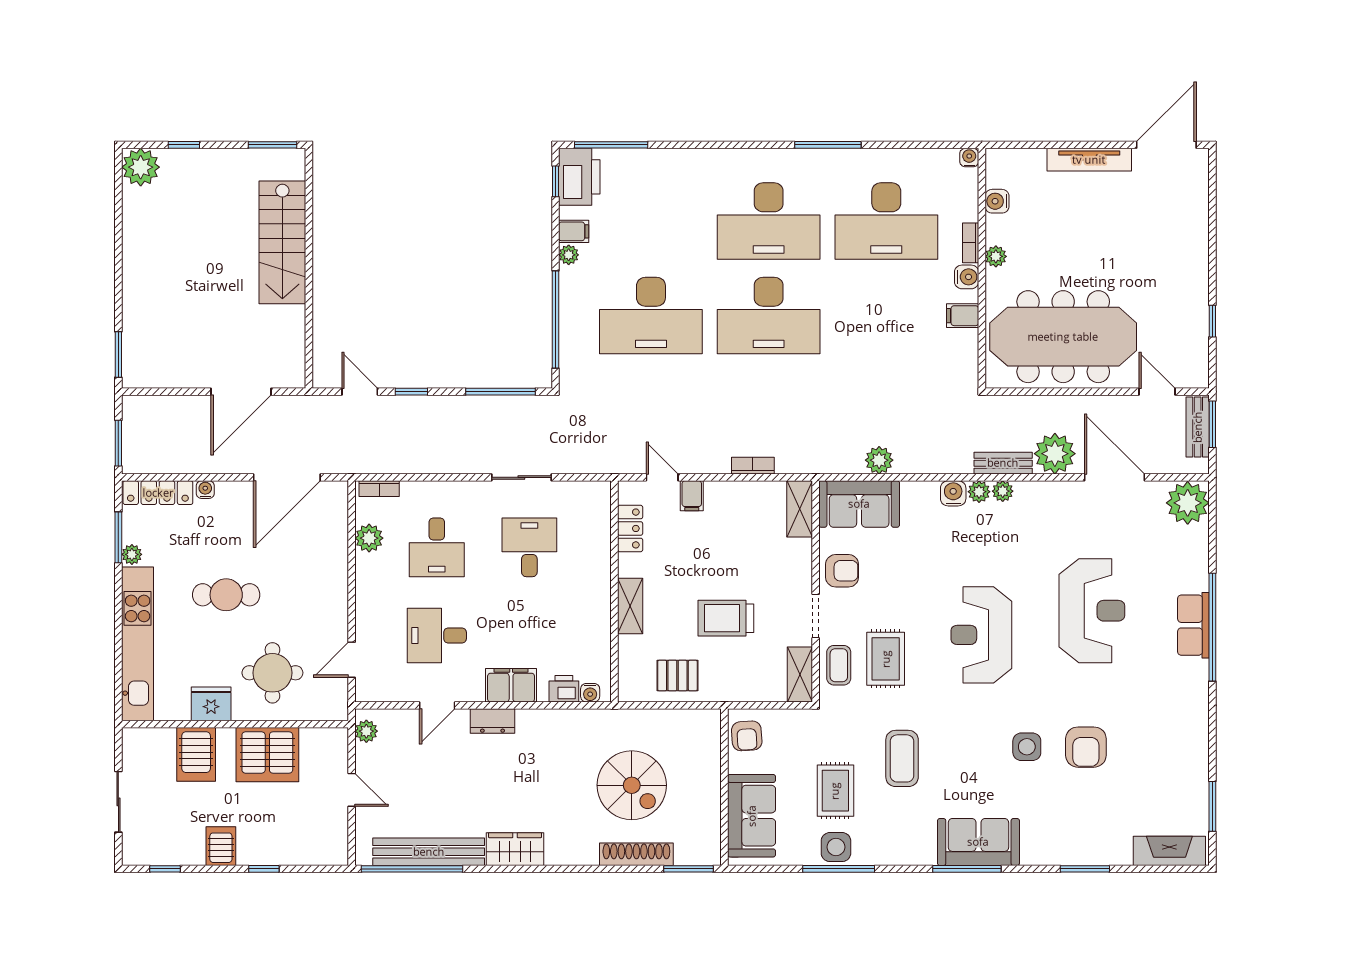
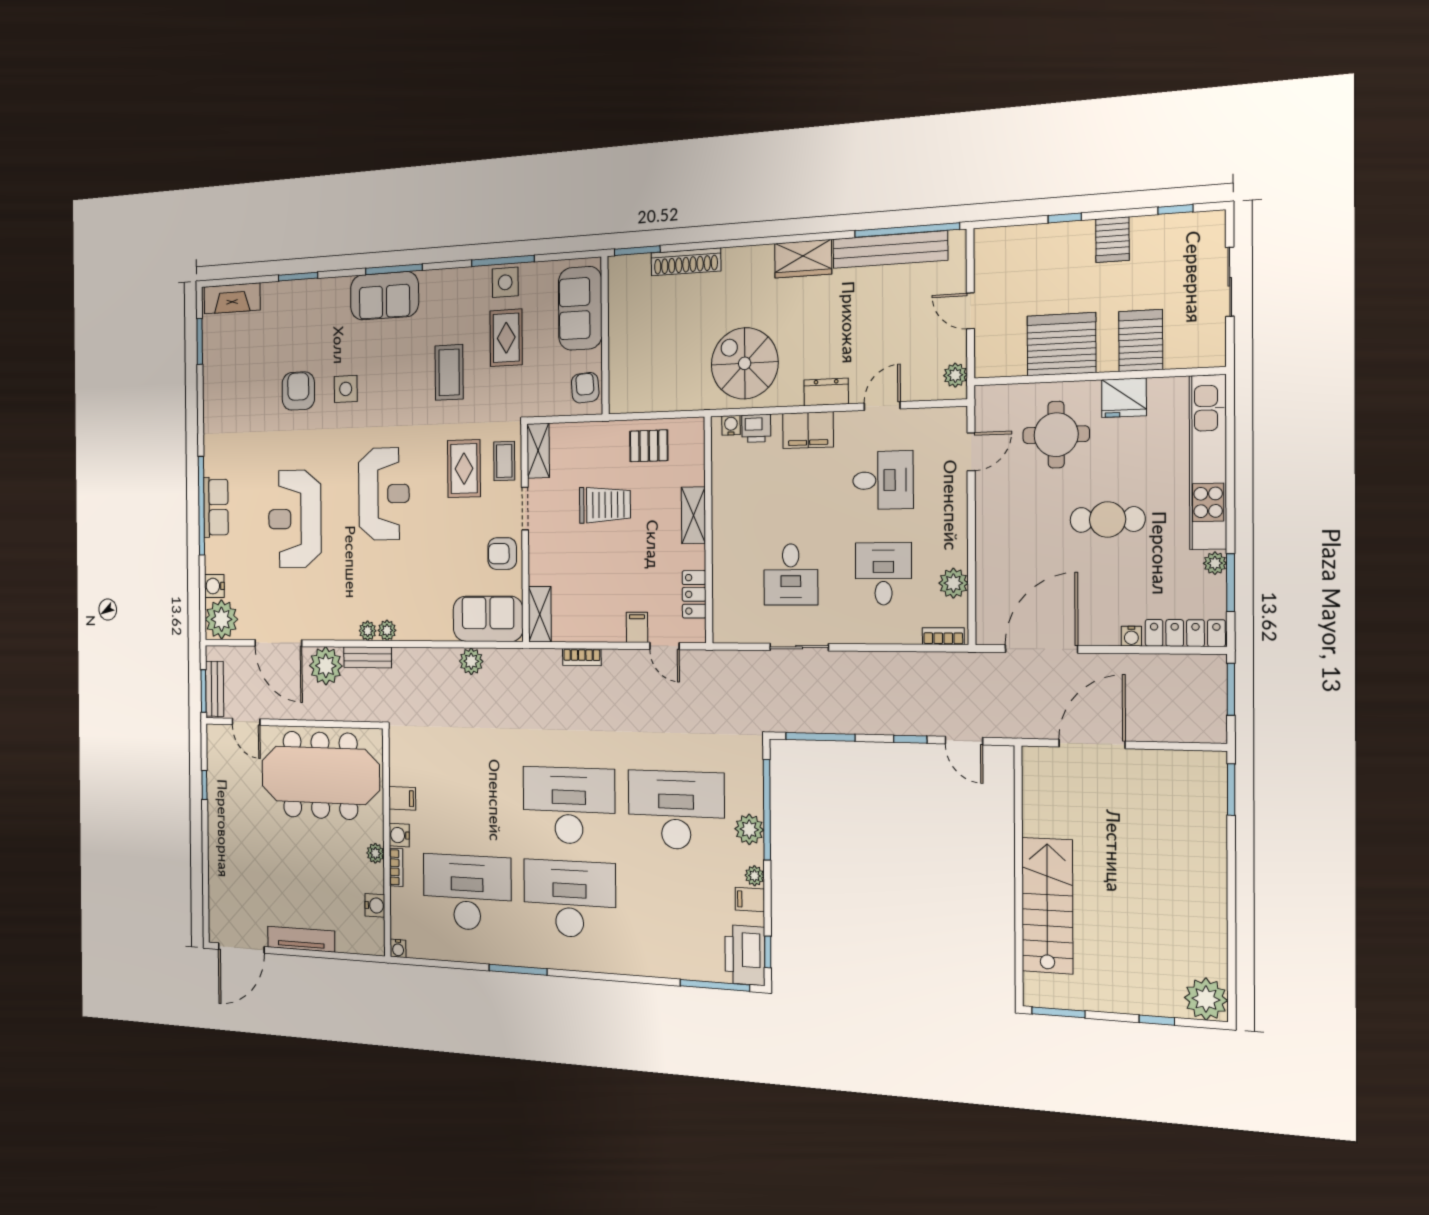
plant: (574, 300) -> (749, 829), added
water cooler: (953, 493) -> (214, 586), moved, turned 90
spiral stairs: (632, 785) -> (745, 363), moved

